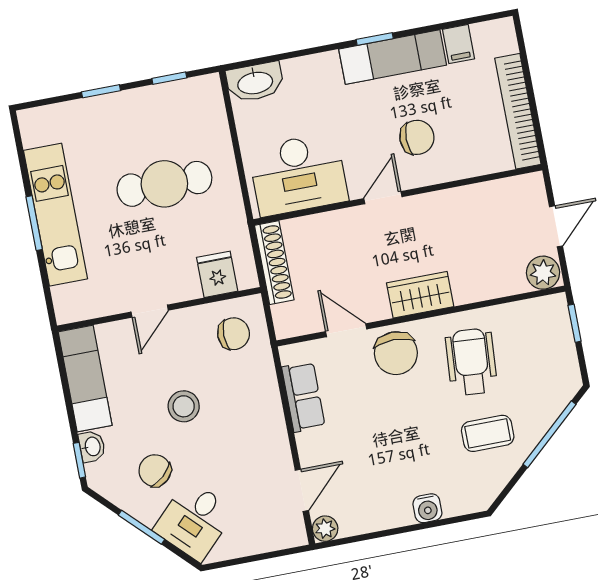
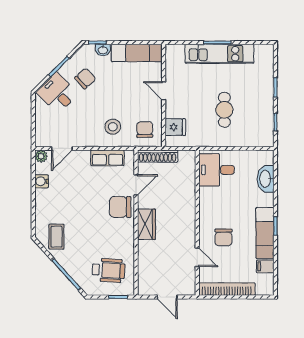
washbasin: (255, 82) -> (266, 179), moved
desk: (298, 174) -> (216, 170), width x0.73
cafe table: (164, 184) -> (224, 110), width x0.73, depth x0.74
door: (383, 198) -> (197, 257), moved
shoe rack: (274, 263) -> (158, 156), moved
plant: (543, 273) -> (146, 286), removed
chair: (234, 334) -> (145, 130), turned 180
wheelchair: (471, 362) -> (109, 270), moved
stool: (184, 406) -> (113, 127), moved
coffee table: (488, 433) -> (56, 237), moved
door: (302, 490) -> (62, 148), hinge flipped
water cooler: (427, 508) -> (42, 181), moved

